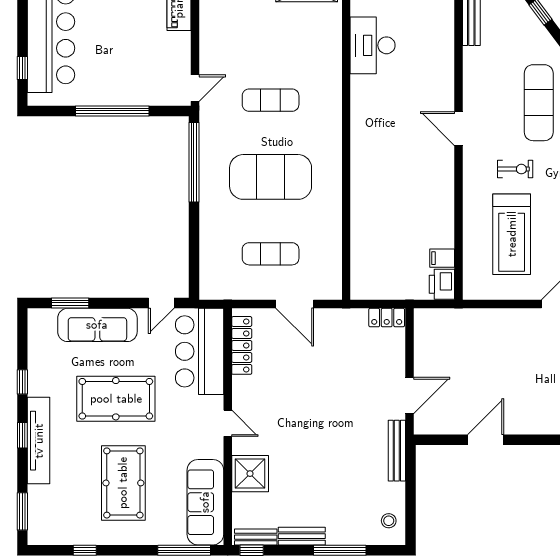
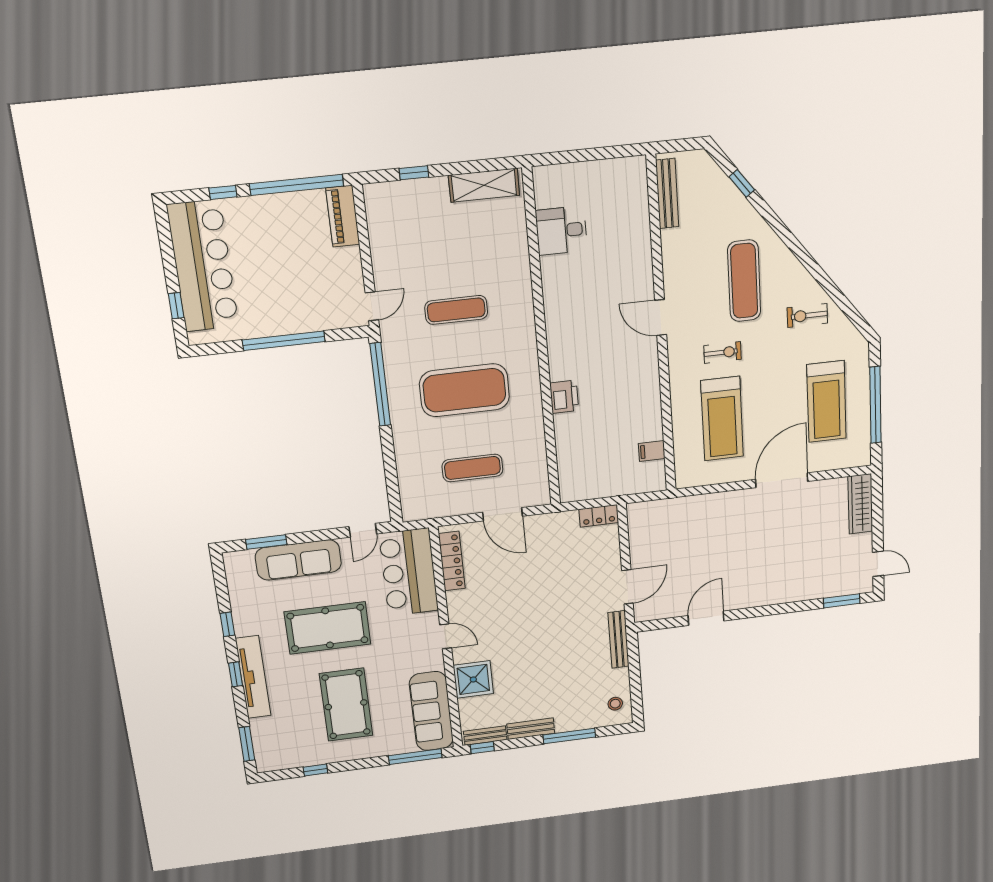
desk: (373, 45) -> (561, 231), width x0.73
printer: (442, 284) -> (564, 397), moved, turned 180

